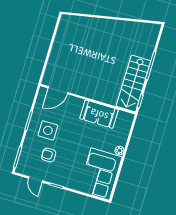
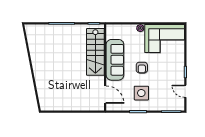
stairs: (134, 83) -> (95, 52), moved, turned 90
sofa: (99, 114) -> (115, 60), width x1.36
armchair: (49, 155) -> (142, 68), moved
door: (35, 180) -> (185, 91), swing flipped

